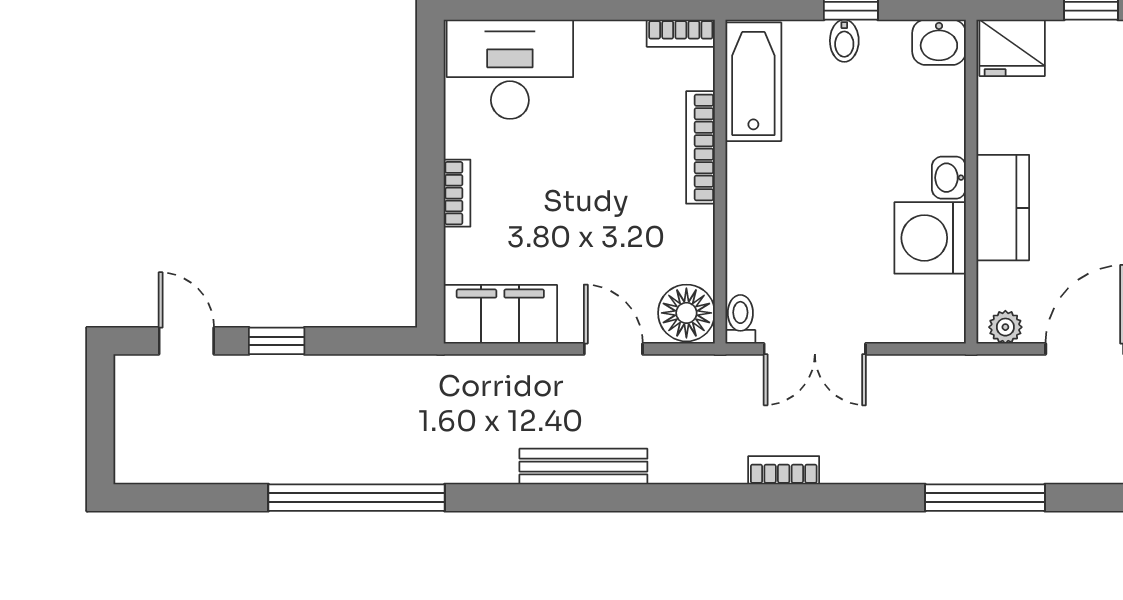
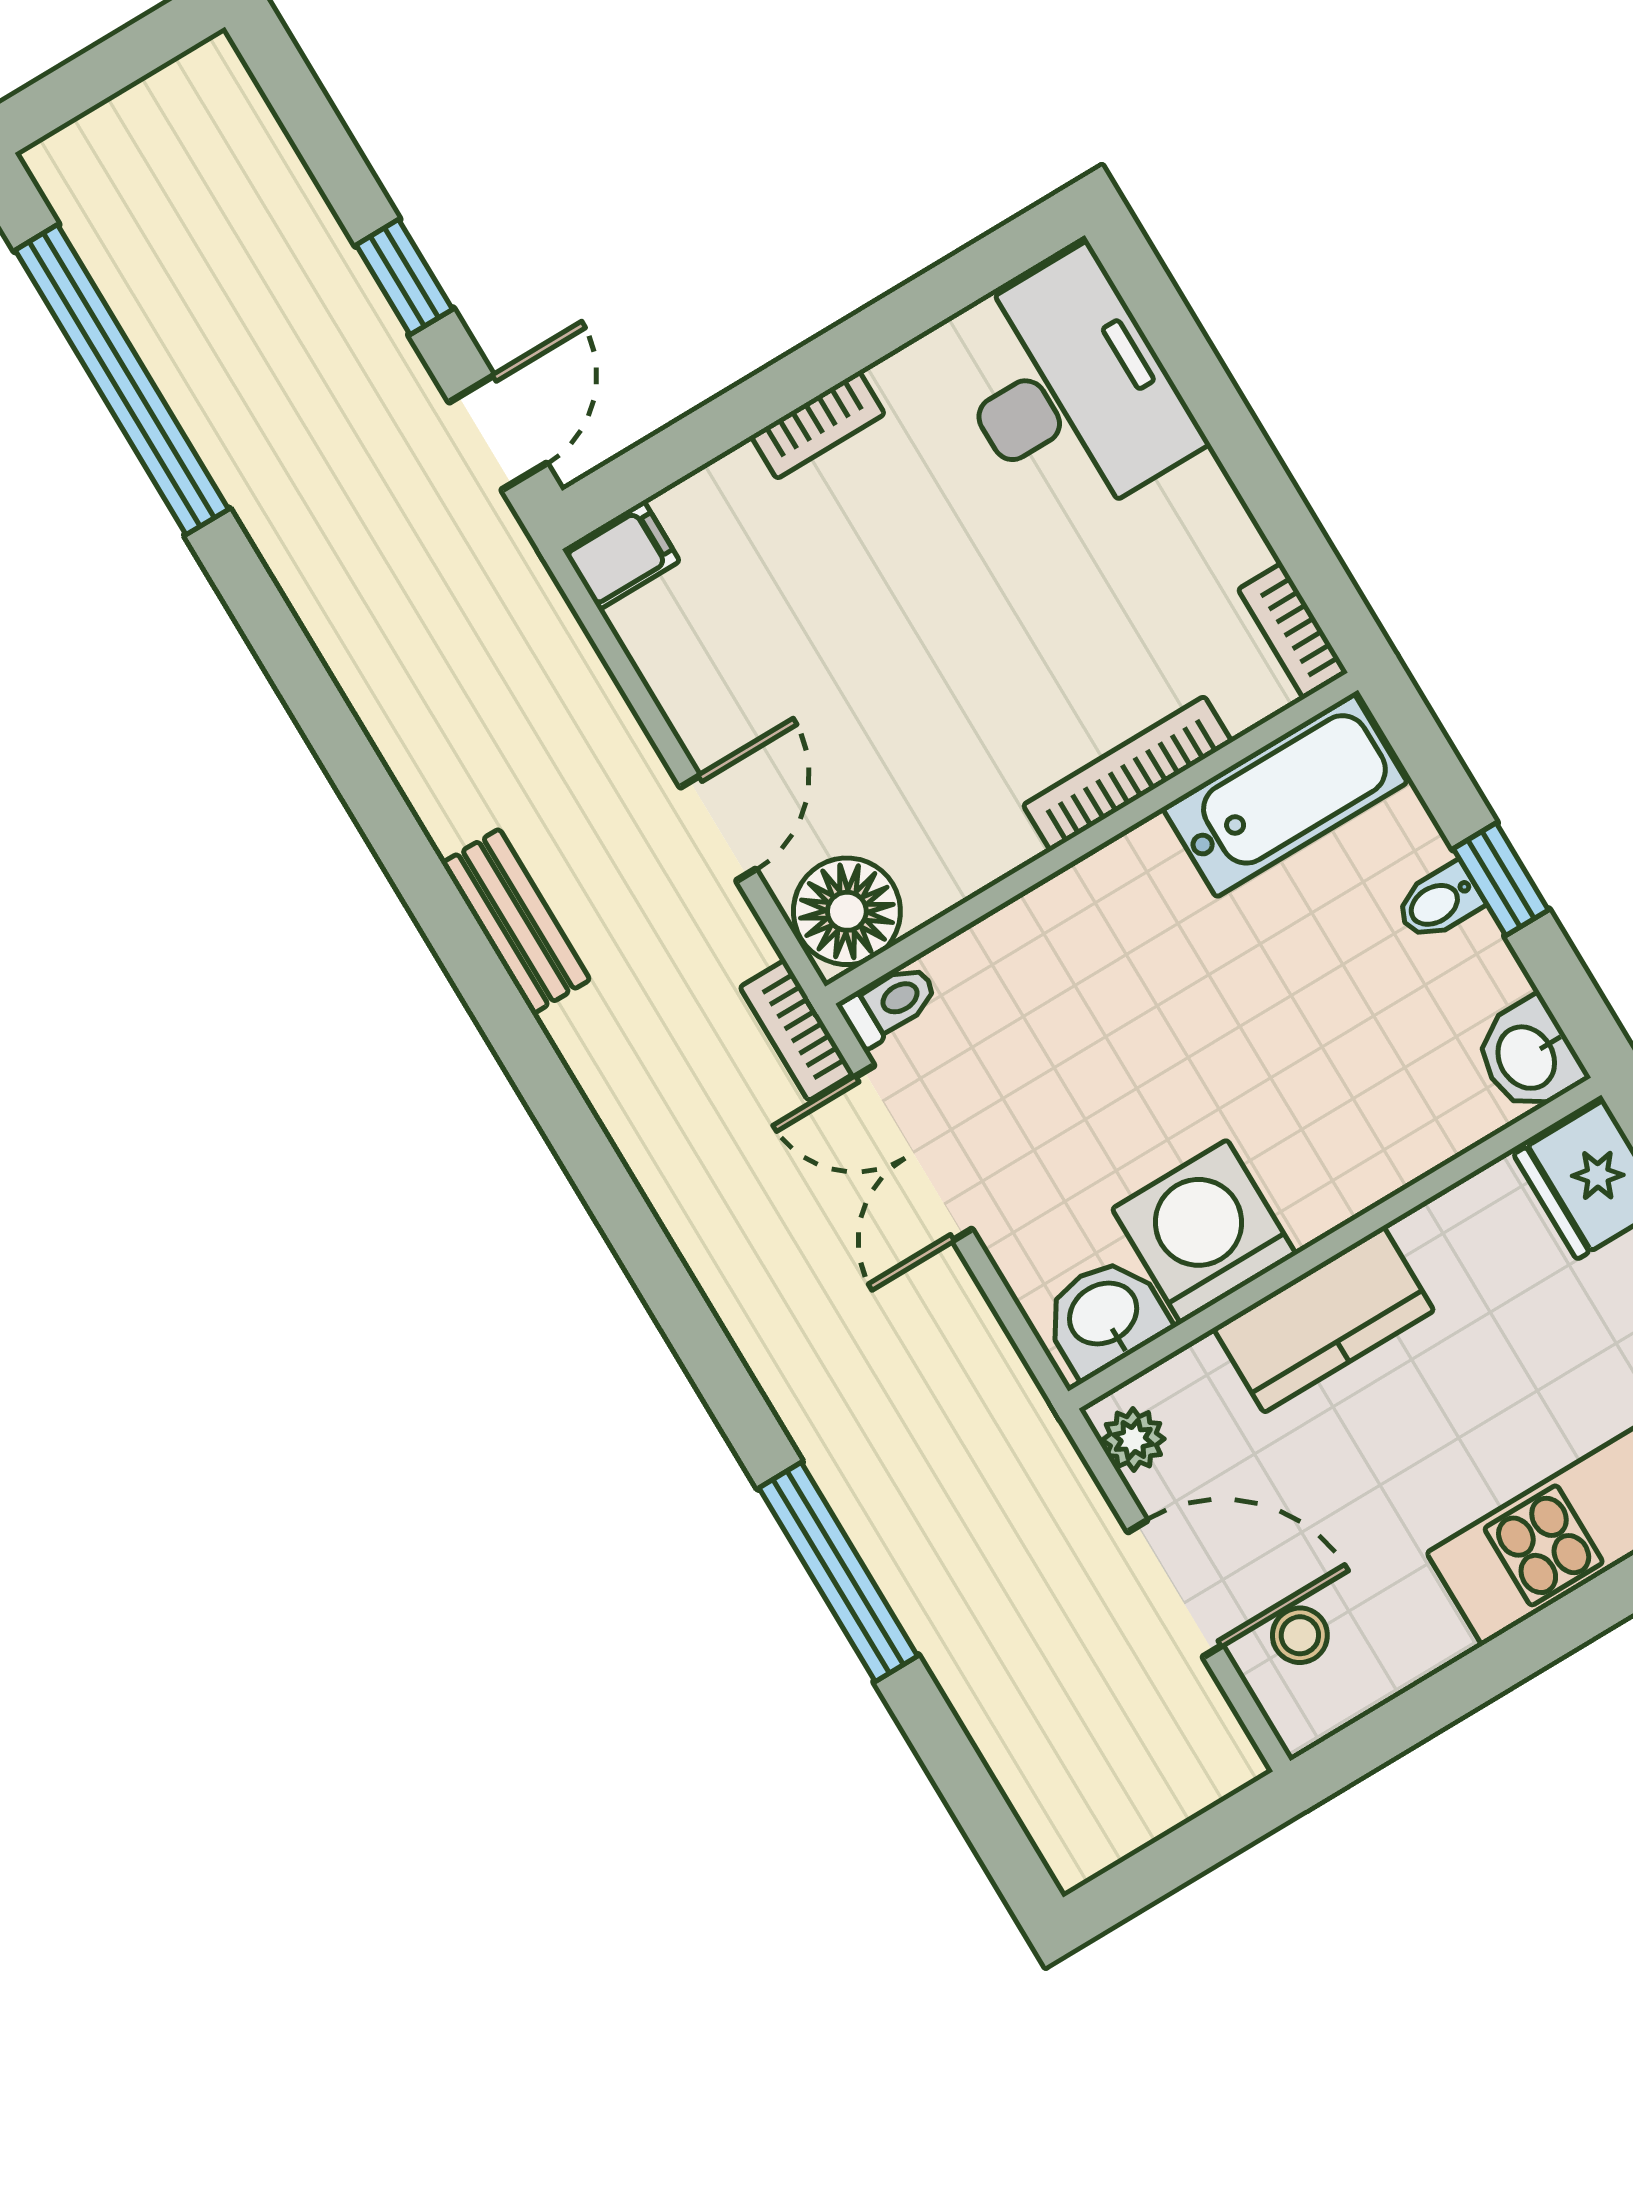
washbasin: (949, 178) -> (1105, 1316), moved, width x1.38, depth x1.45
filing cabinet: (500, 314) -> (621, 555), width x0.33, depth x0.86
door: (186, 341) -> (498, 433), moved
bench: (583, 467) -> (516, 922), width x0.73
bookcase: (784, 470) -> (797, 1030), moved, turned 180
window: (357, 498) -> (122, 380), moved

